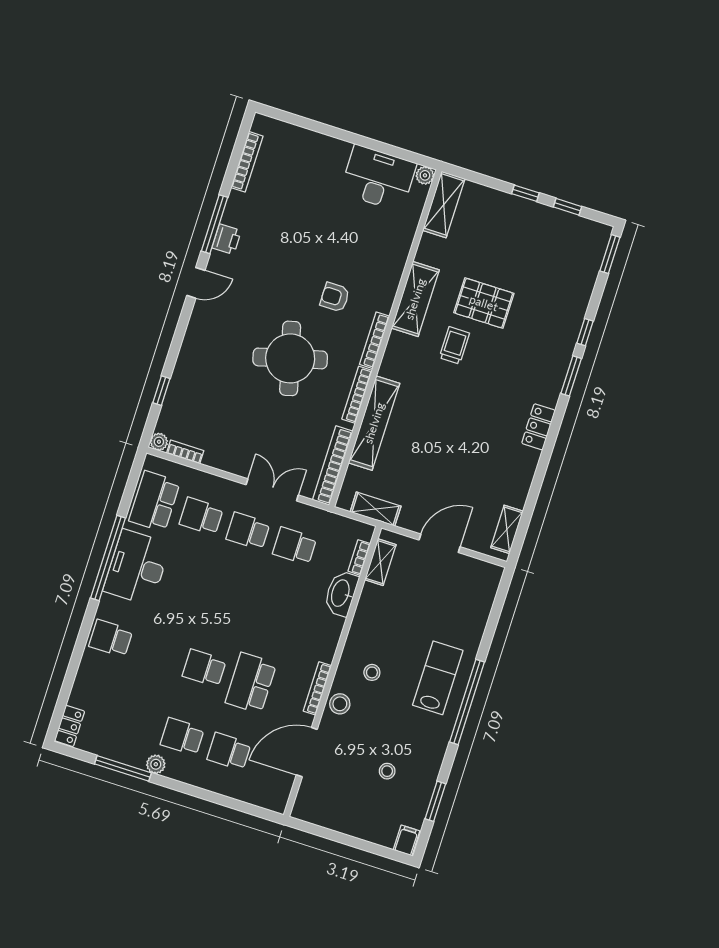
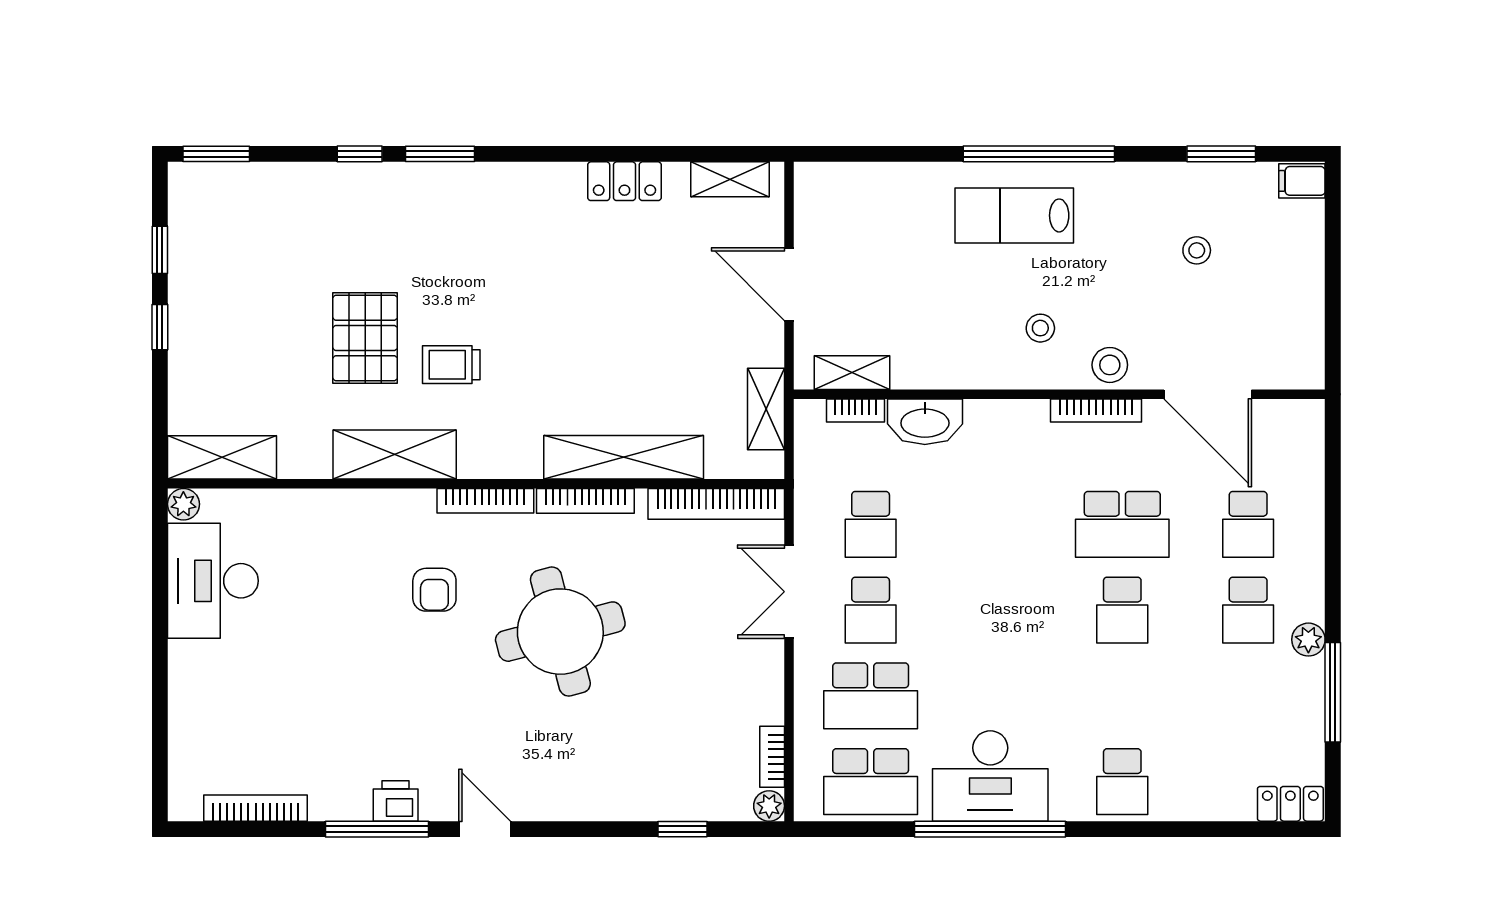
locker: (538, 427) -> (624, 181), moved
school desk: (201, 516) -> (871, 696), width x1.85

